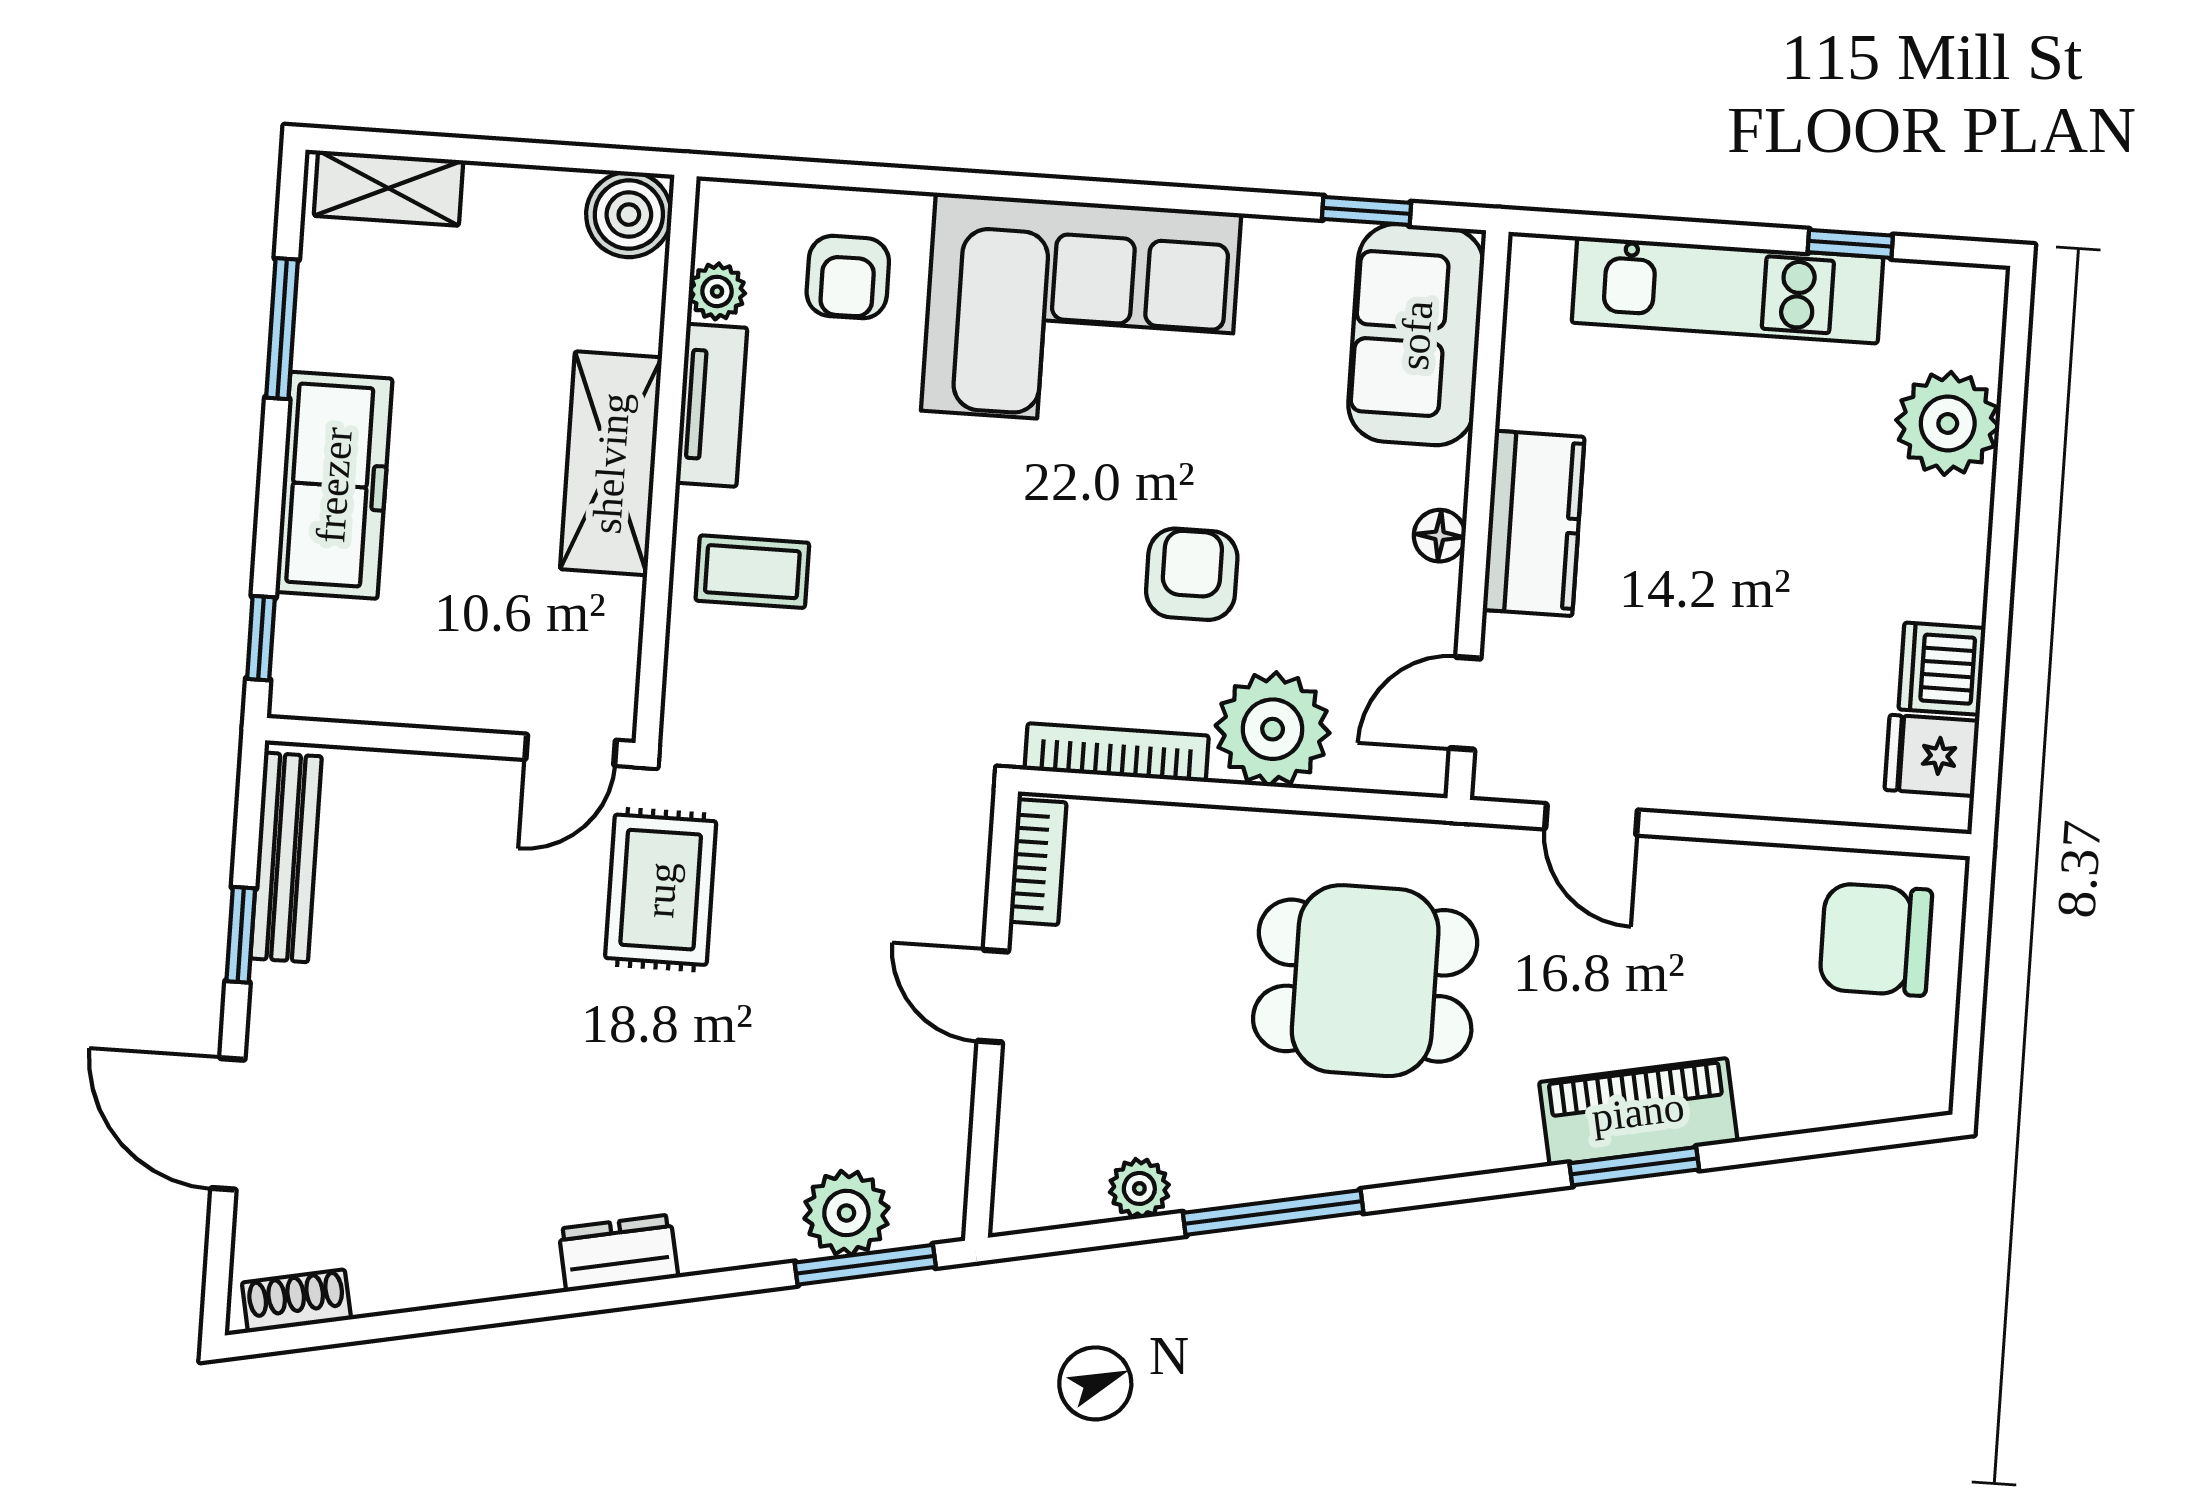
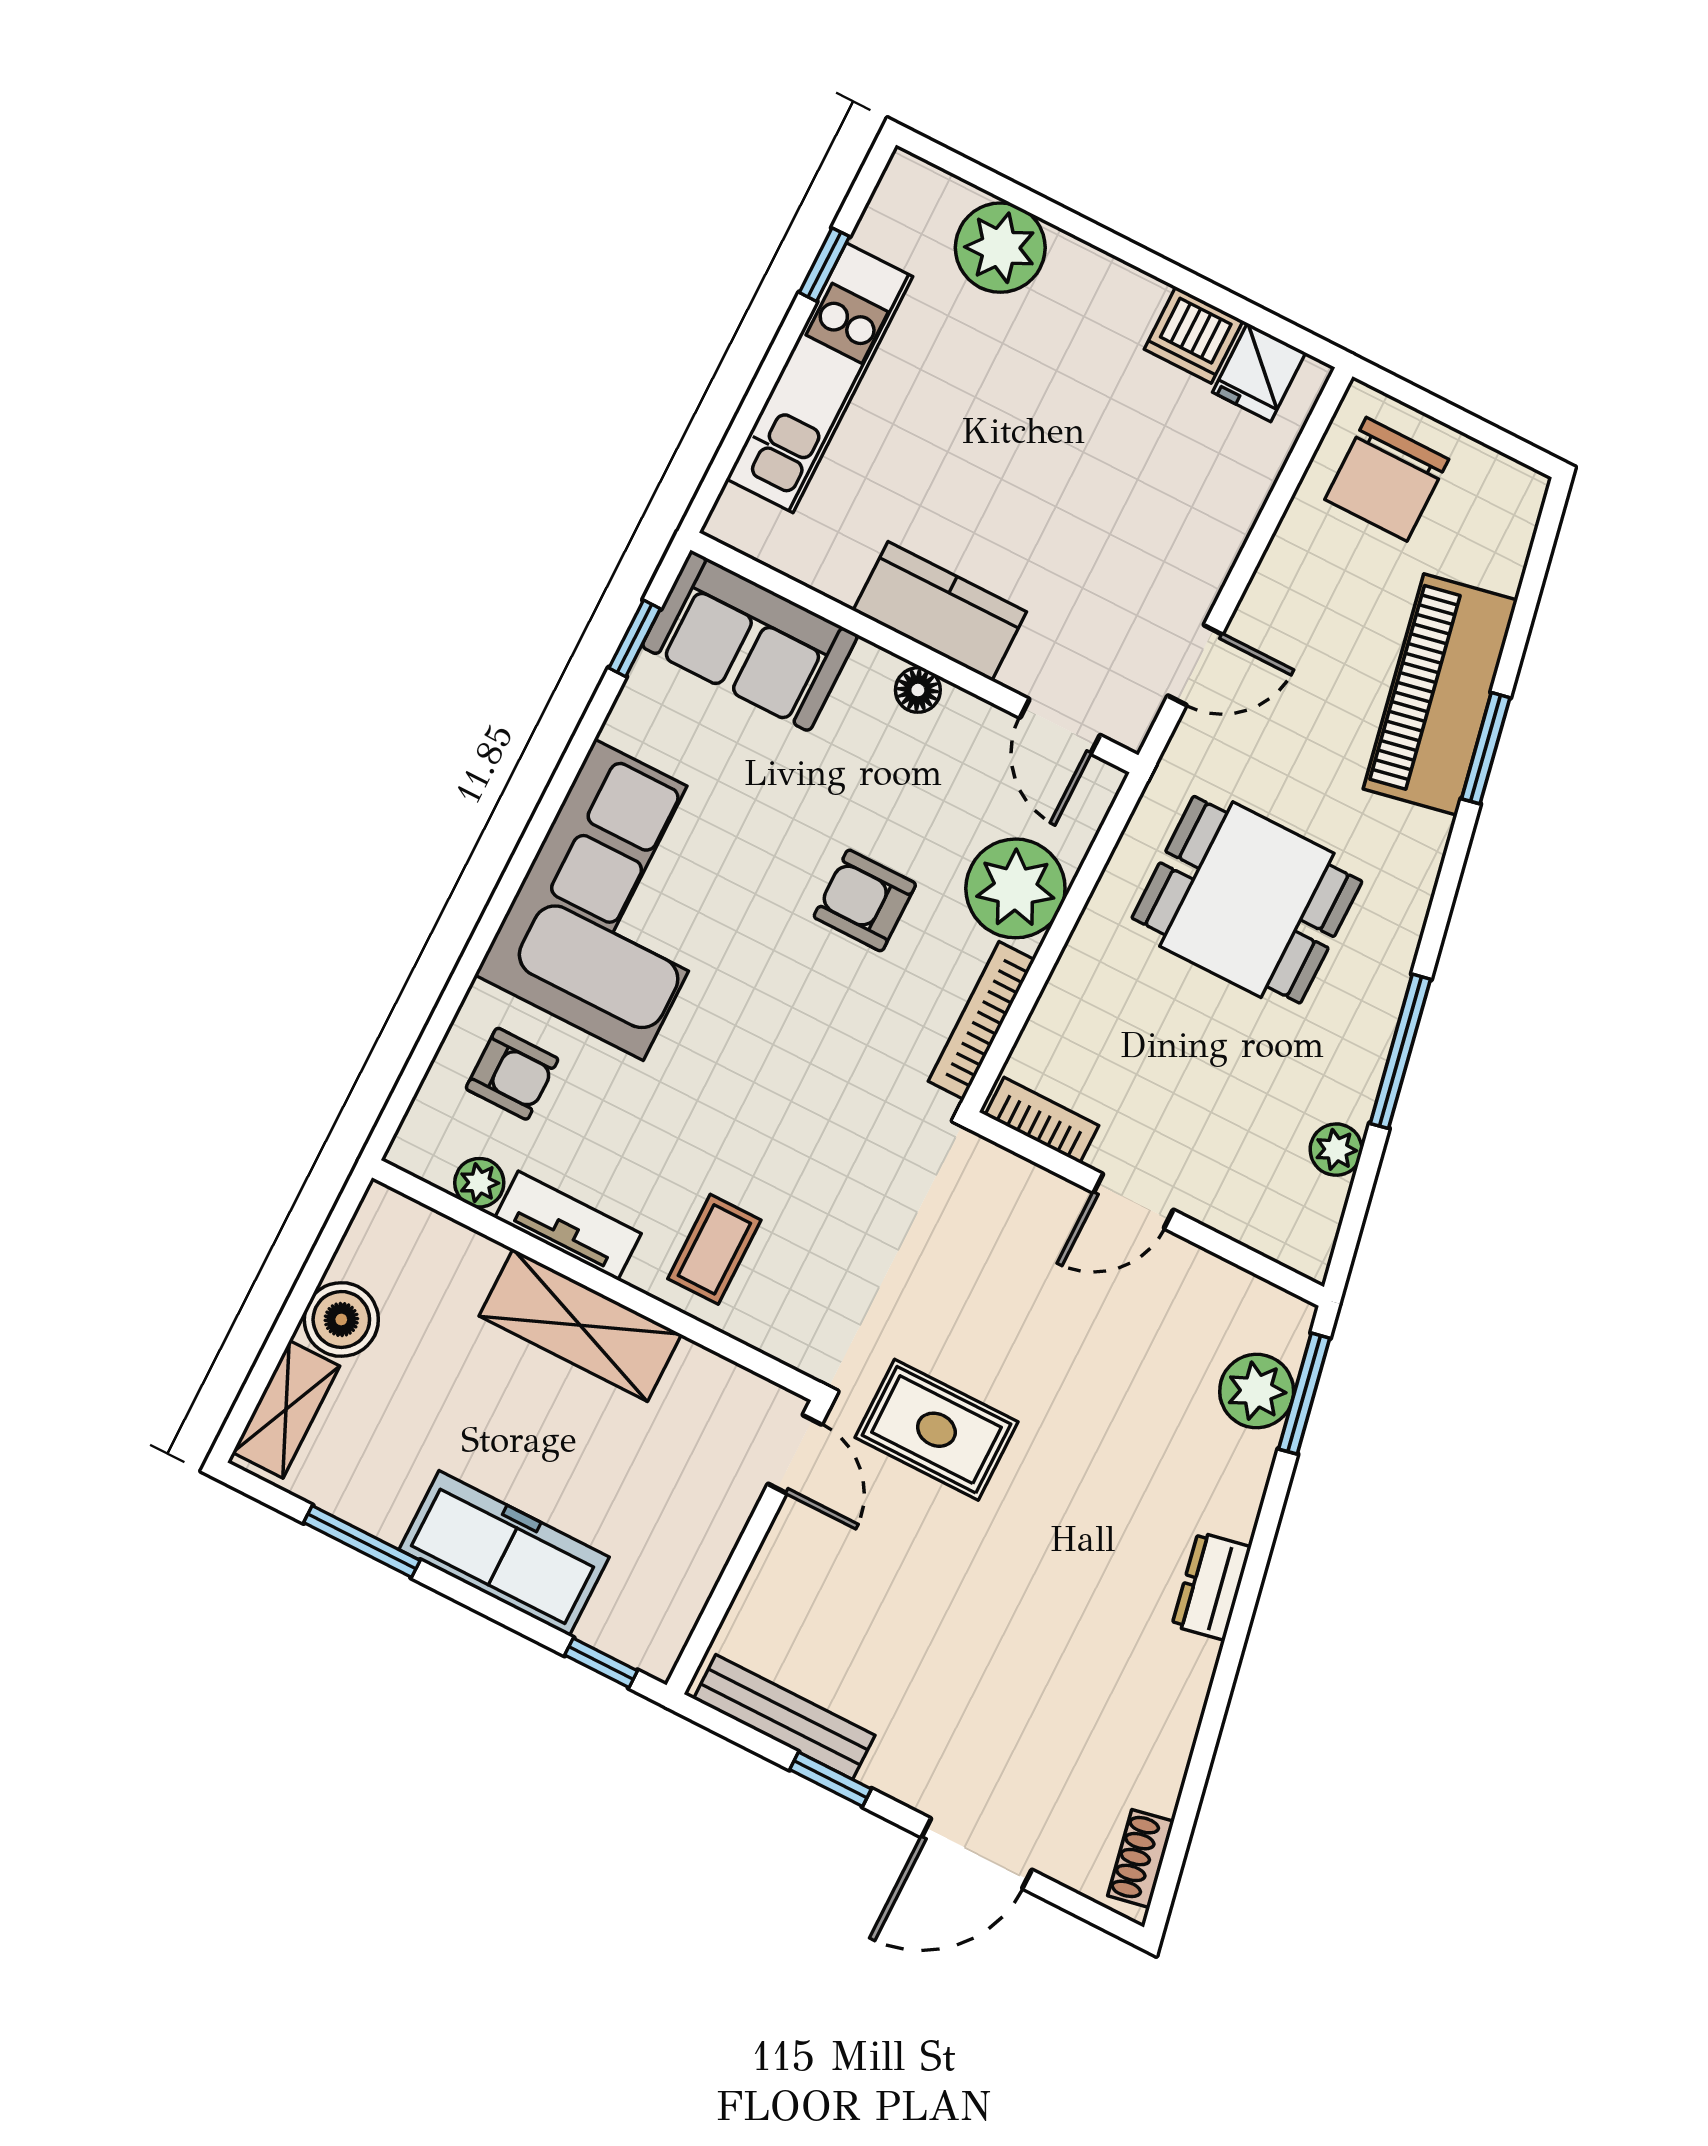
boiler: (629, 215) -> (341, 1319), moved
dining table: (1365, 981) -> (1247, 900), turned 90
piano: (1638, 1112) -> (1440, 694), width x1.37, depth x1.33

